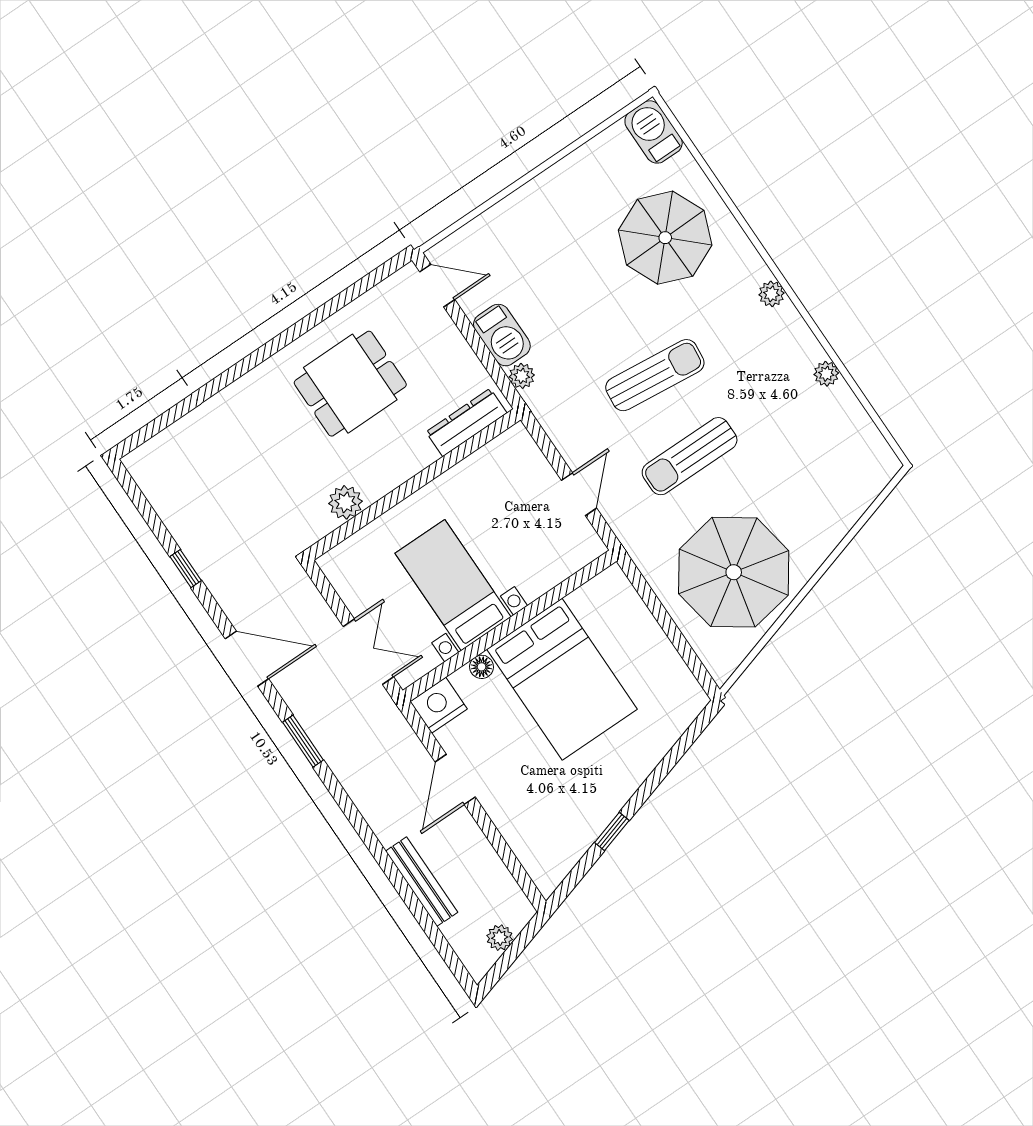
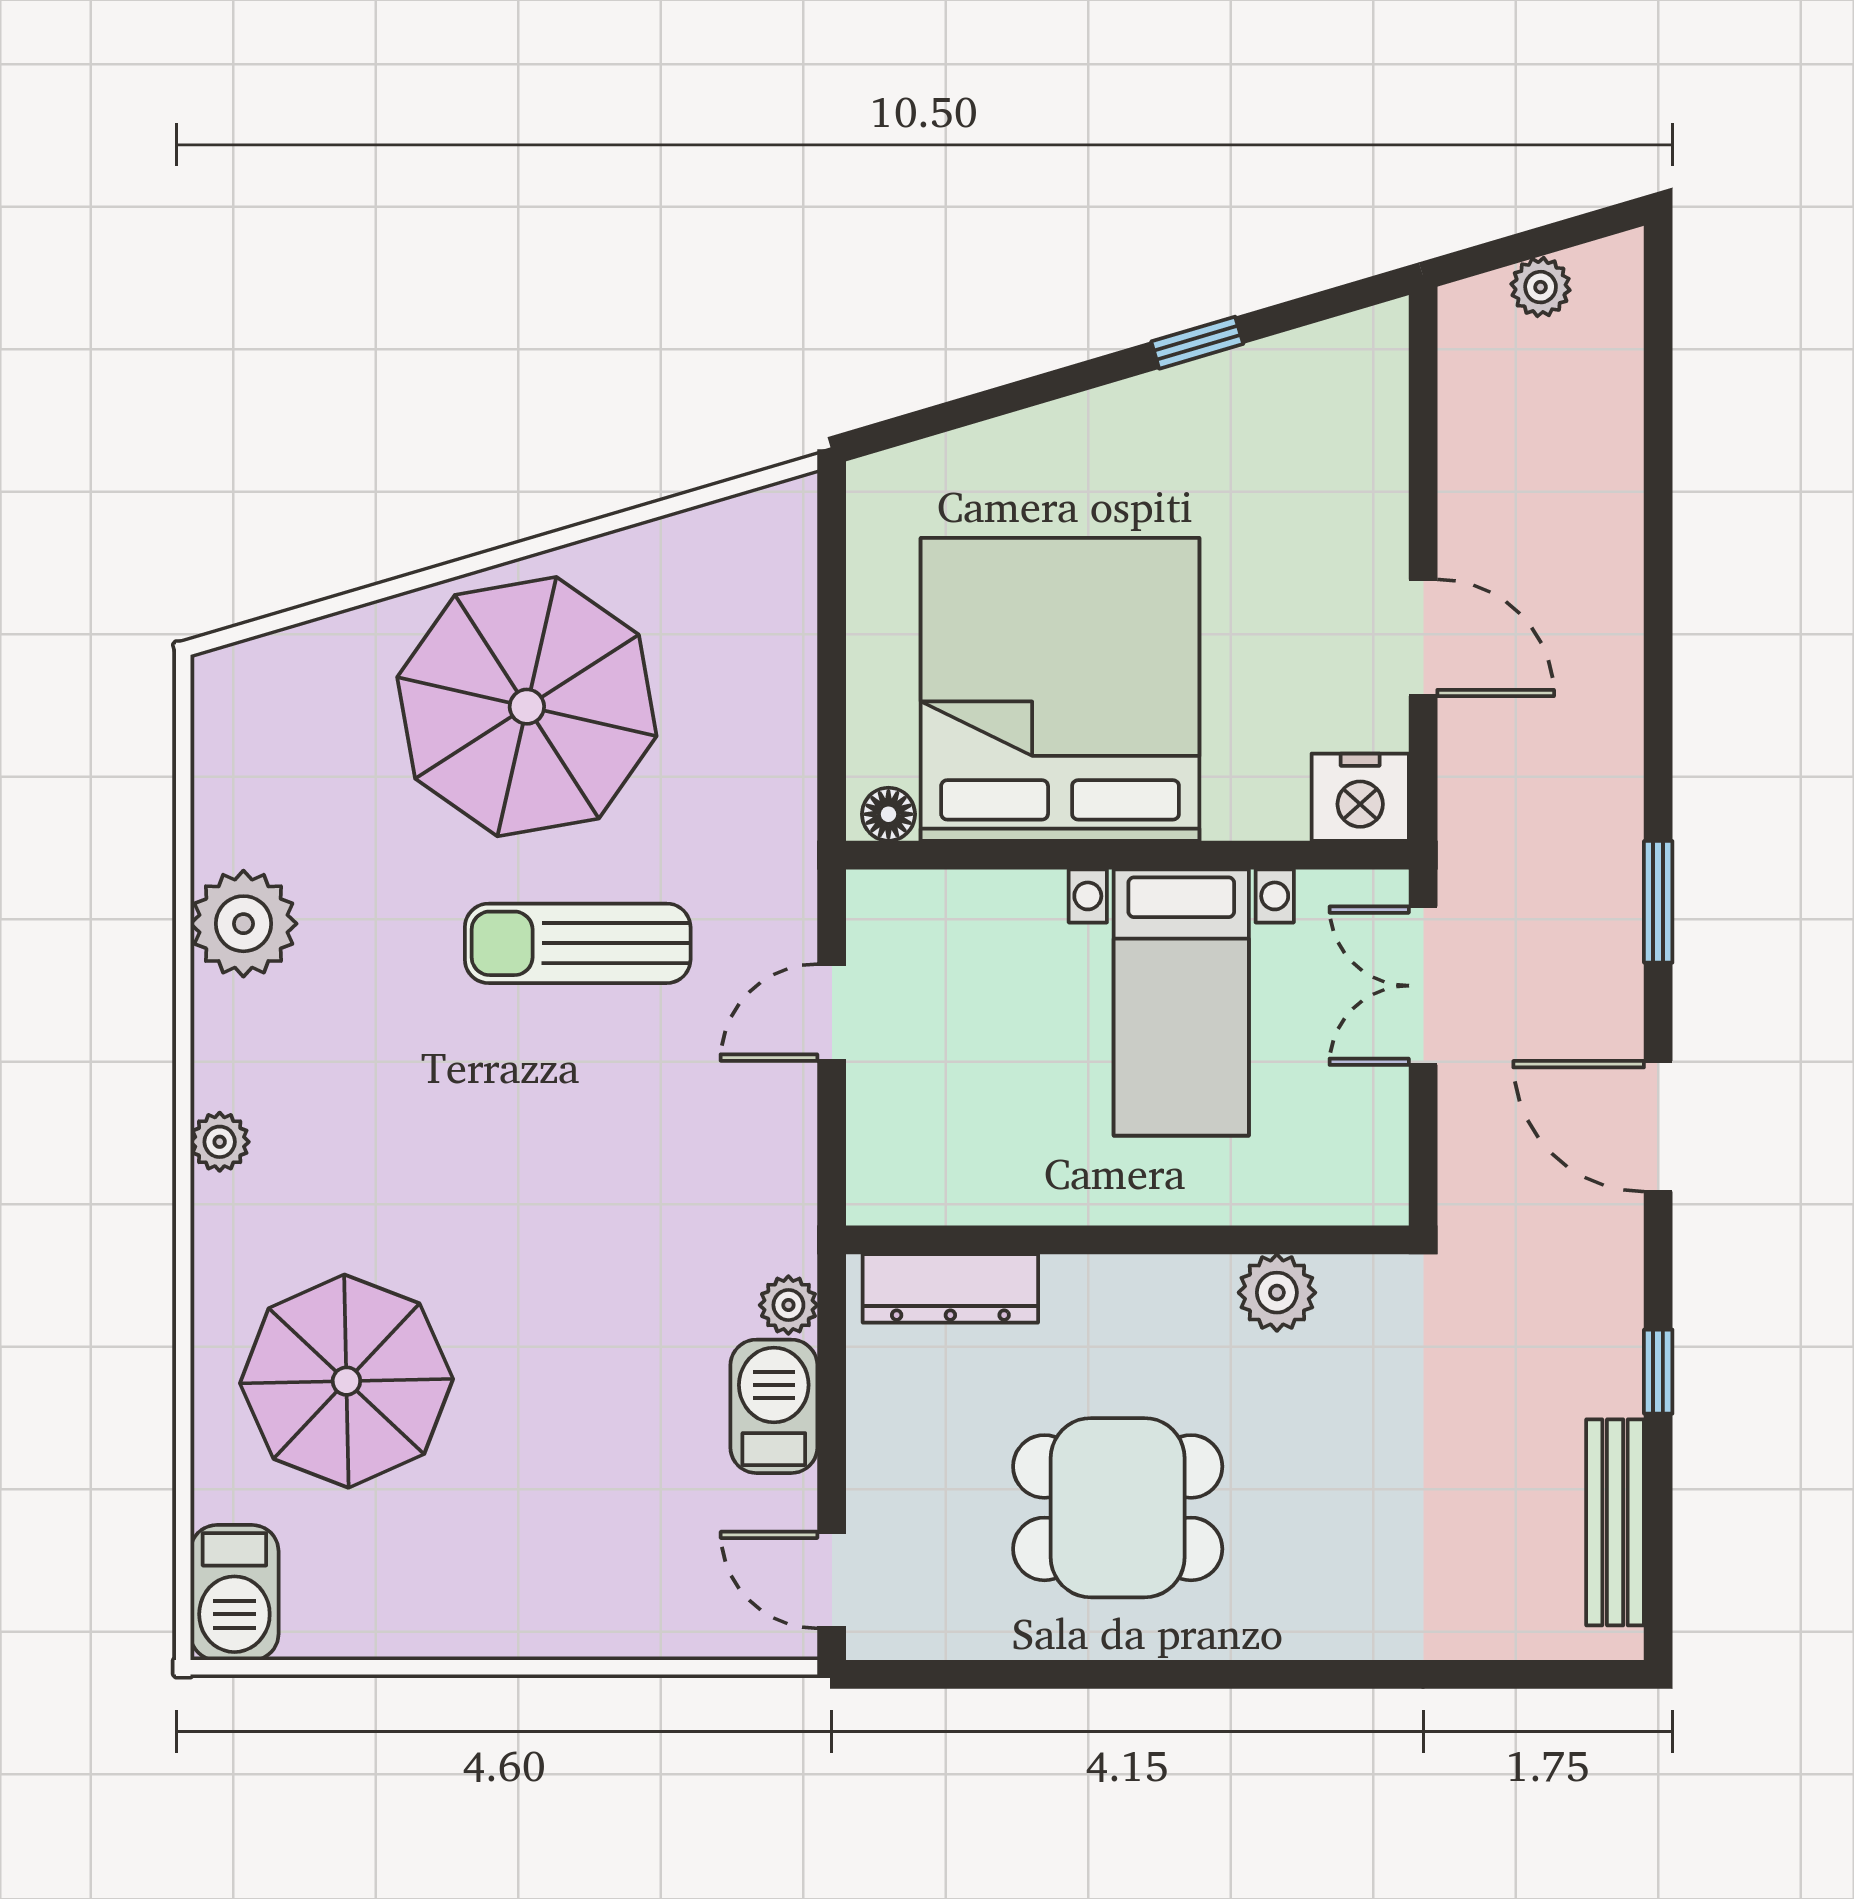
plant: (826, 374) -> (243, 924), width x1.88, depth x1.88
sun lounger: (655, 375) -> (540, 1138), removed
sun lounger: (690, 456) -> (578, 943), turned 180
parasol: (734, 572) -> (527, 707), moved
floor lamp: (482, 667) -> (888, 814), moved
bed: (562, 679) -> (1060, 689), width x1.36
door: (455, 779) -> (1423, 638), hinge flipped
bench: (422, 882) -> (1615, 1522), moved

